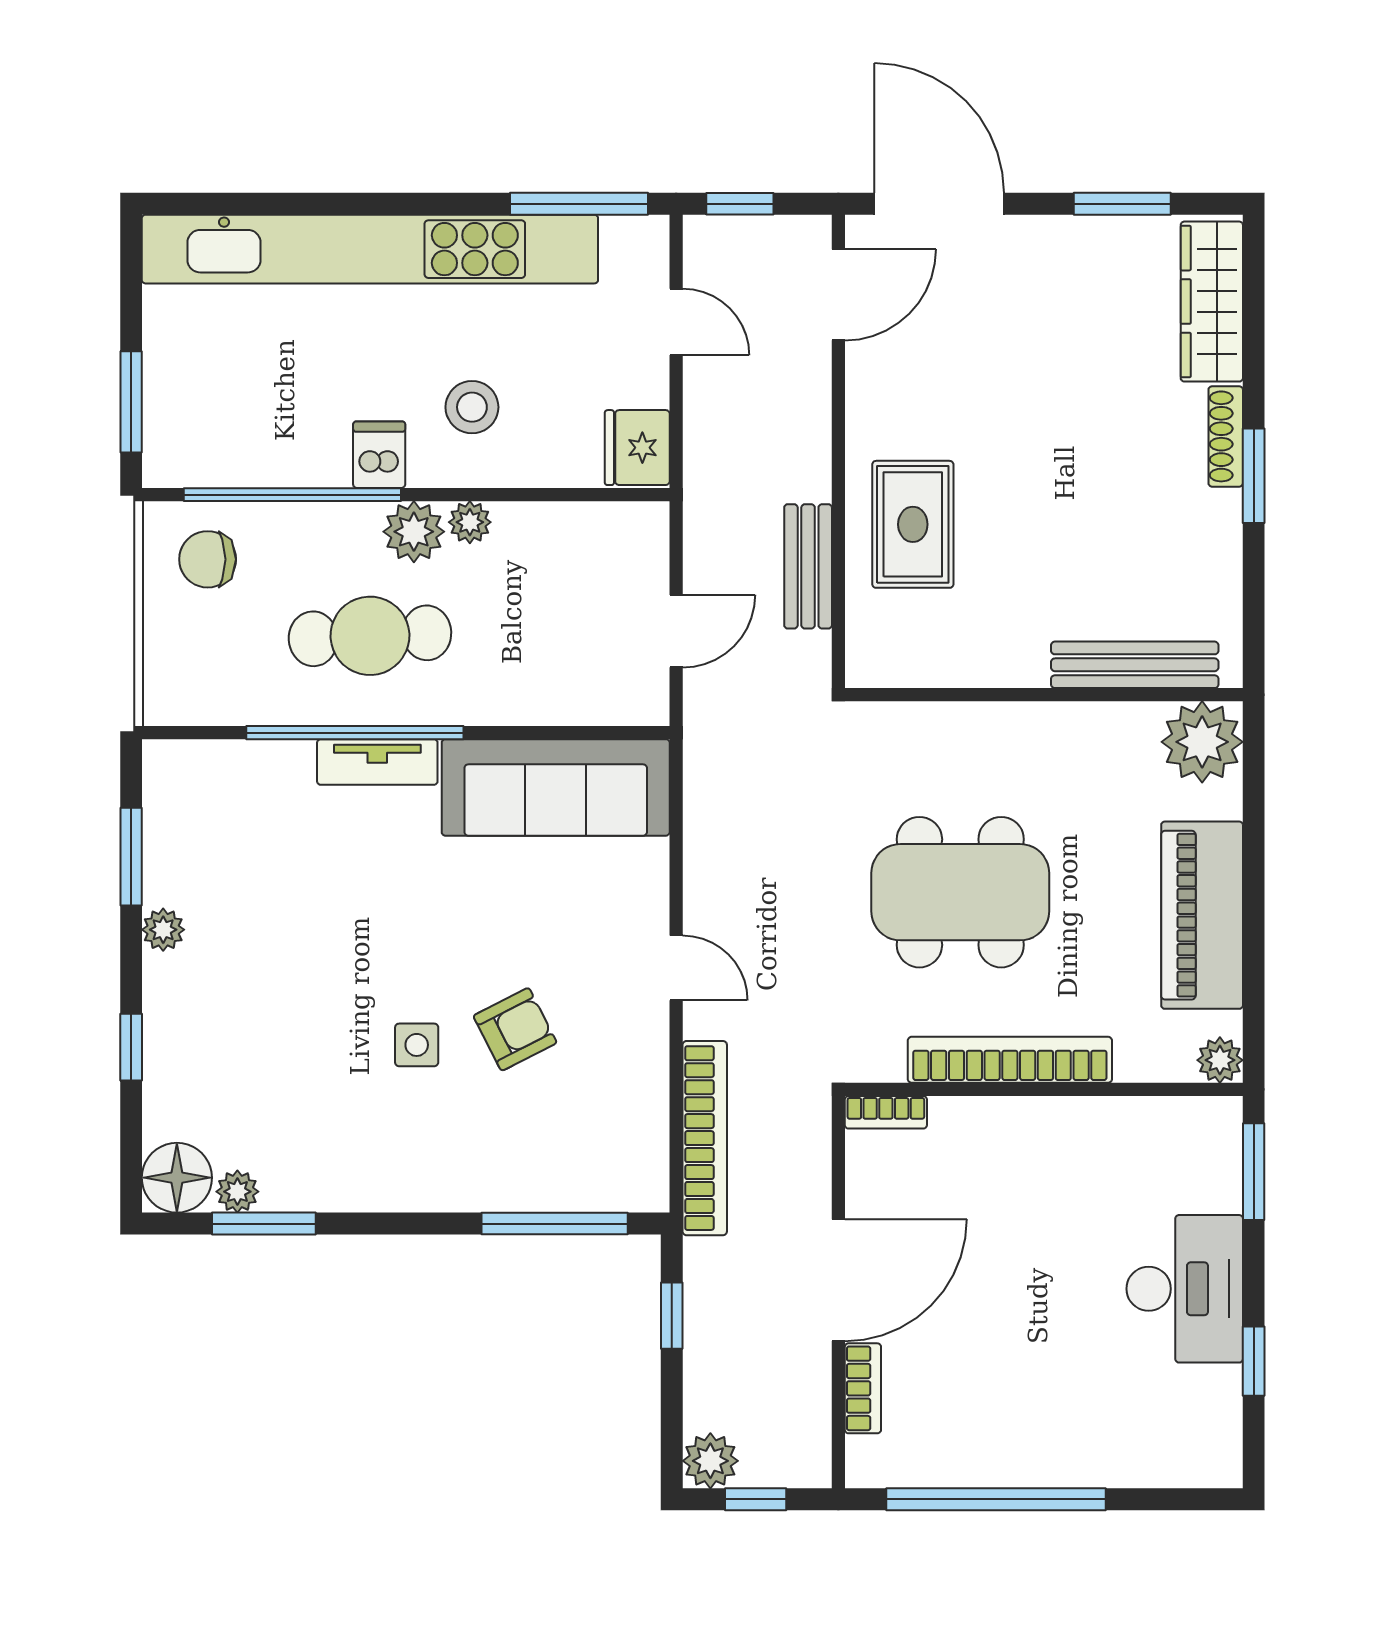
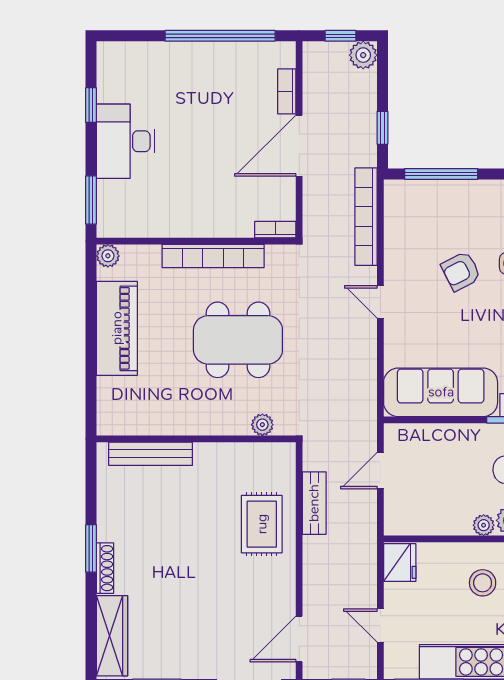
plant: (1202, 742) -> (262, 425), moved, width x0.53, depth x0.53

